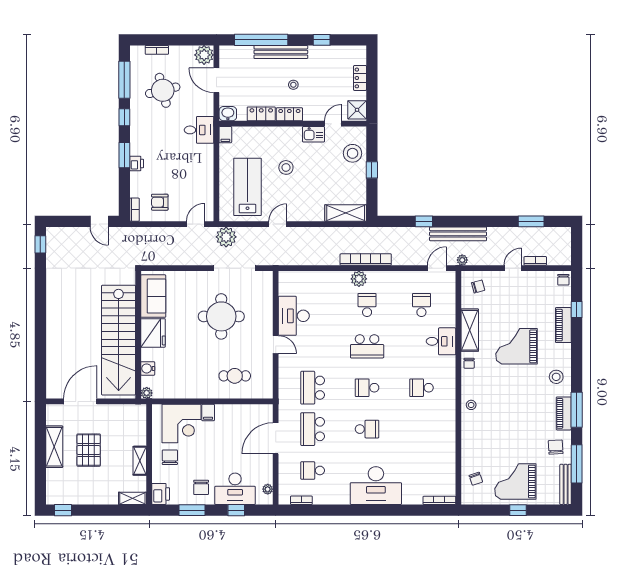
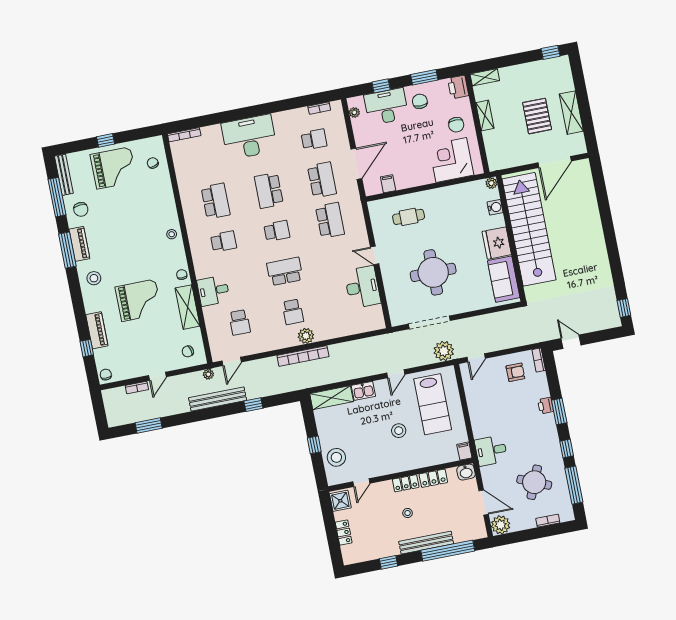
round table: (163, 90) -> (534, 482), turned 37
kitchen sink: (313, 134) -> (363, 391), moved, turned 180
filing cabinet: (208, 412) -> (388, 184), moved
school desk: (367, 429) -> (269, 190), width x1.85
school desk: (421, 429) -> (216, 201), added

